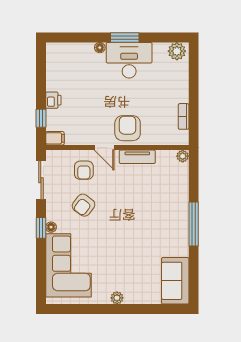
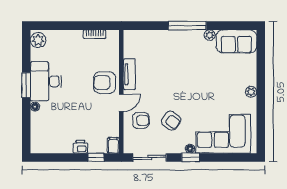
plant: (183, 156) -> (210, 35), moved

